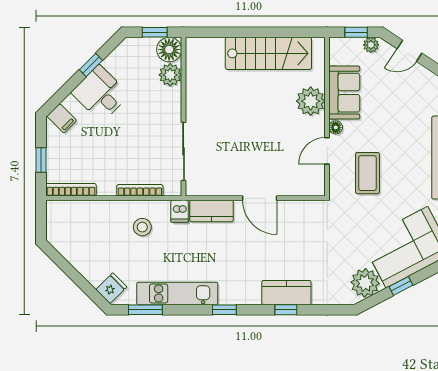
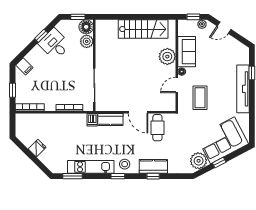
desk: (100, 94) -> (55, 44), moved
cafe table: (293, 225) -> (157, 128), added
stool: (142, 227) -> (125, 164), moved
fridge: (111, 288) -> (37, 148), moved

